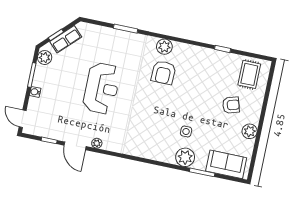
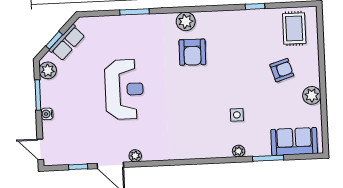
plant: (185, 157) -> (239, 151), width x0.53, depth x0.53

